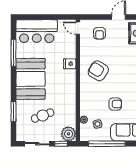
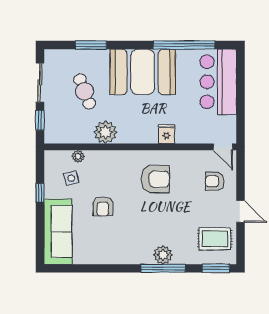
door: (78, 28) -> (223, 147), swing flipped
window: (13, 53) -> (184, 45), width x1.46
armchair: (98, 71) -> (155, 179), turned 59
plant: (68, 134) -> (105, 132), moved
window: (107, 144) -> (40, 193), width x0.32

